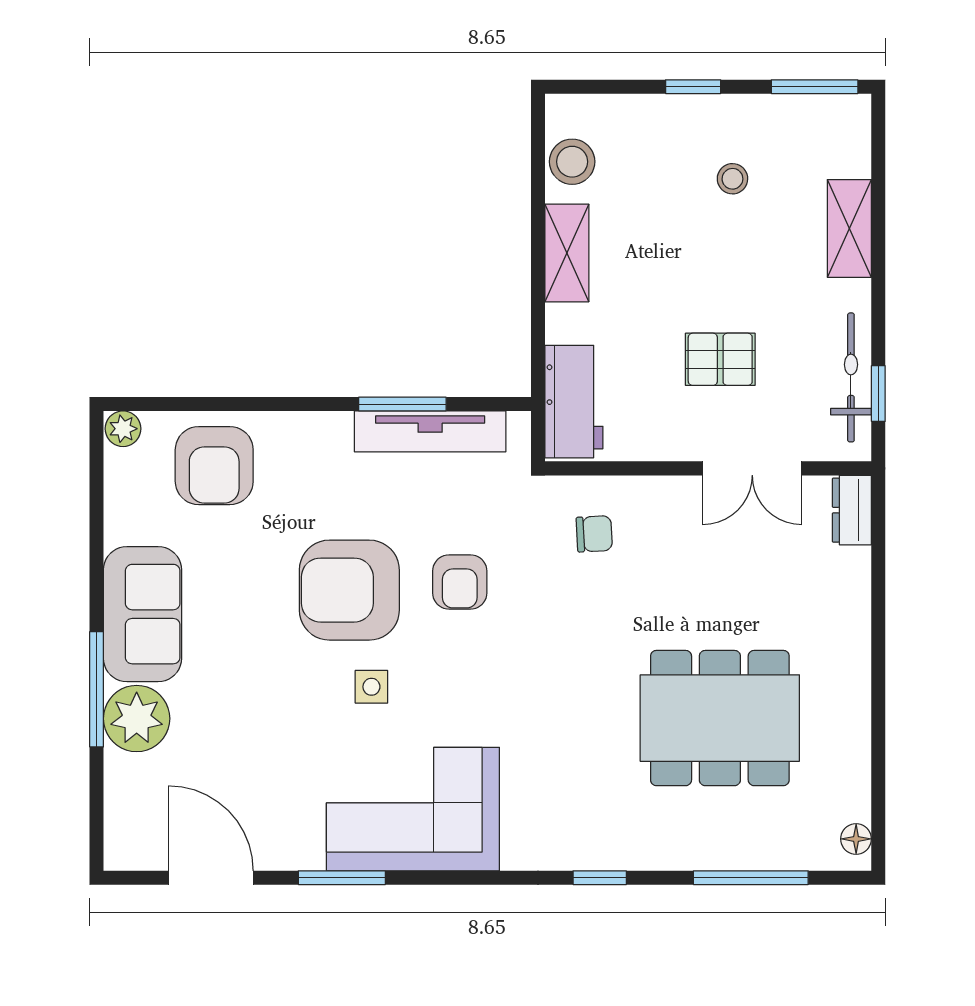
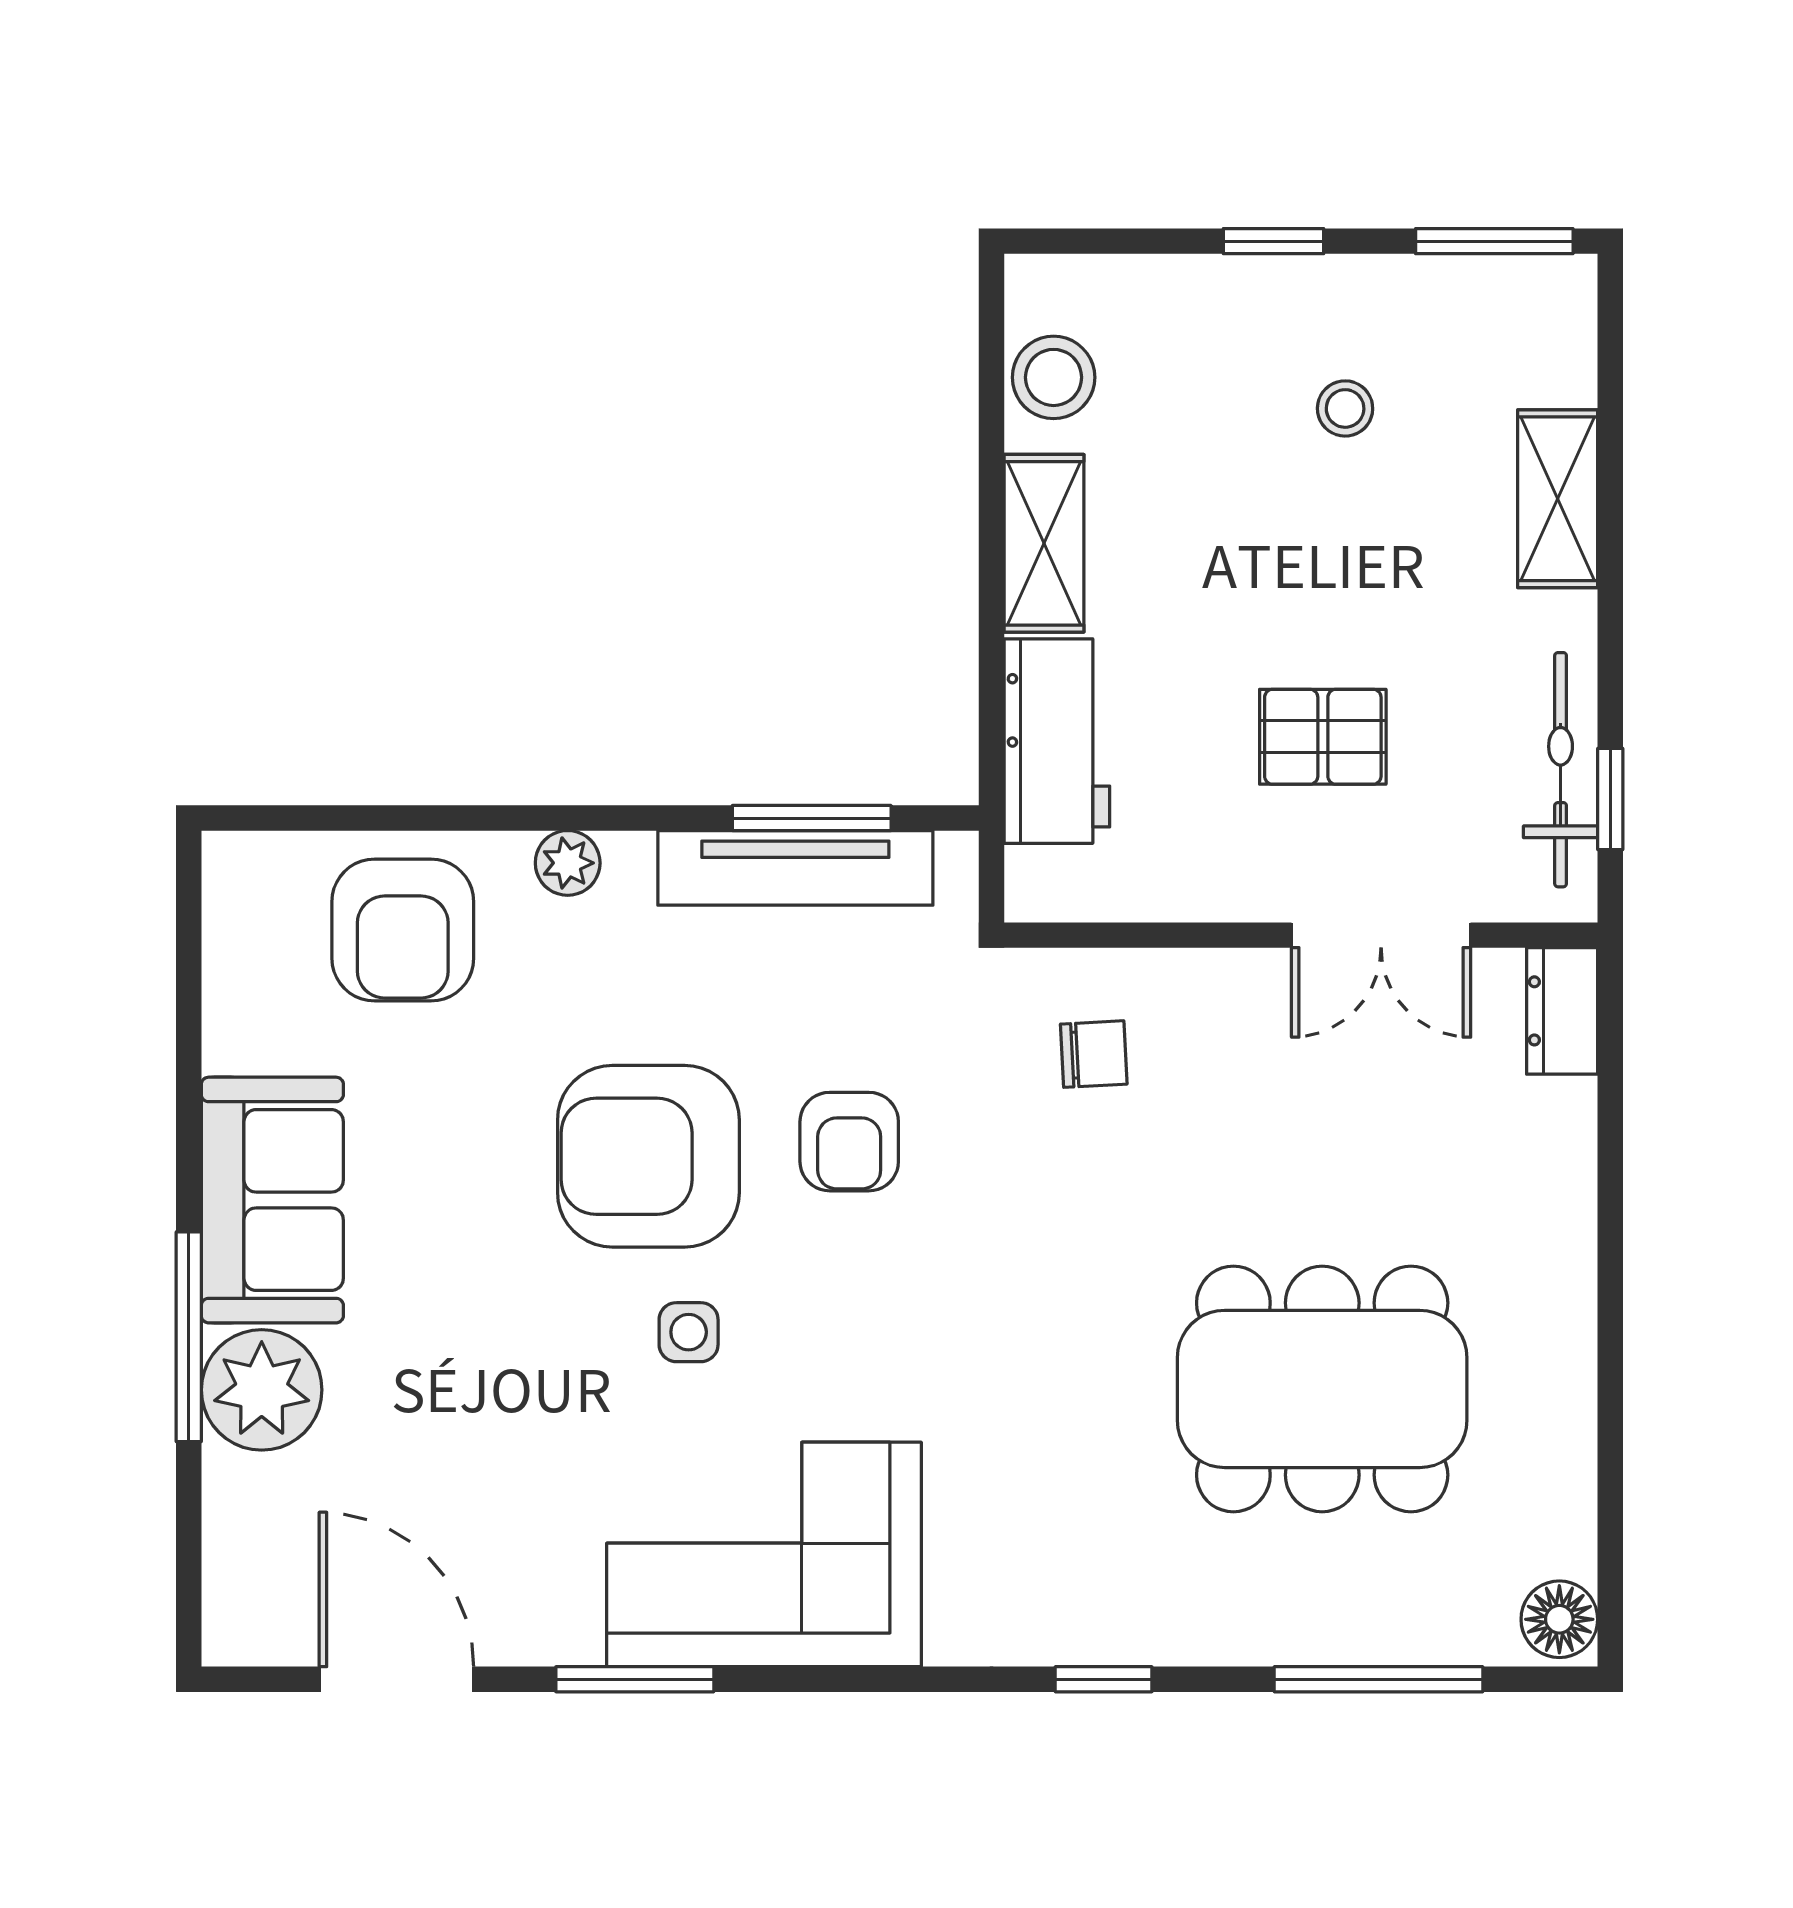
workbench: (574, 402) -> (1057, 741), moved
window: (402, 404) -> (812, 818), moved
plant: (123, 429) -> (568, 863), moved
floor lamp: (856, 839) -> (1559, 1619), width x1.37, depth x1.37

